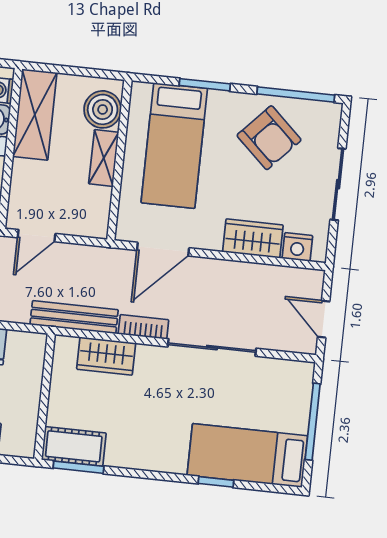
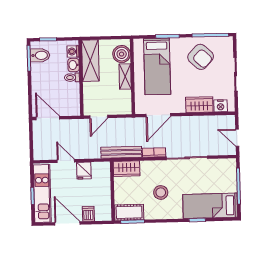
wardrobe: (106, 356) -> (127, 169), moved
stool: (146, 413) -> (161, 192), added

